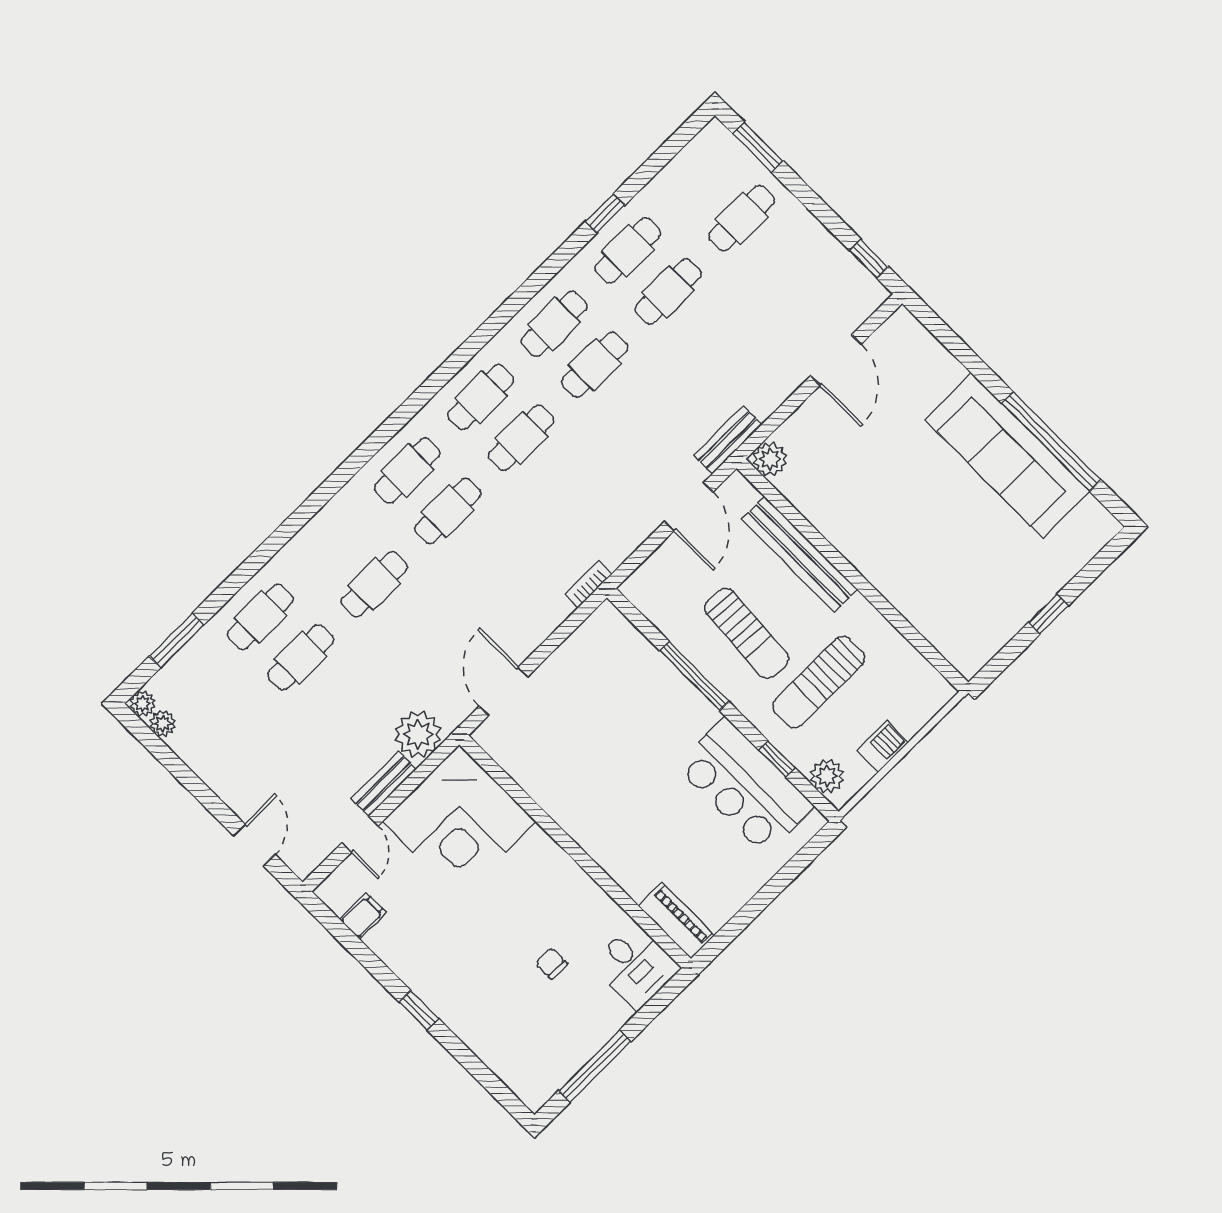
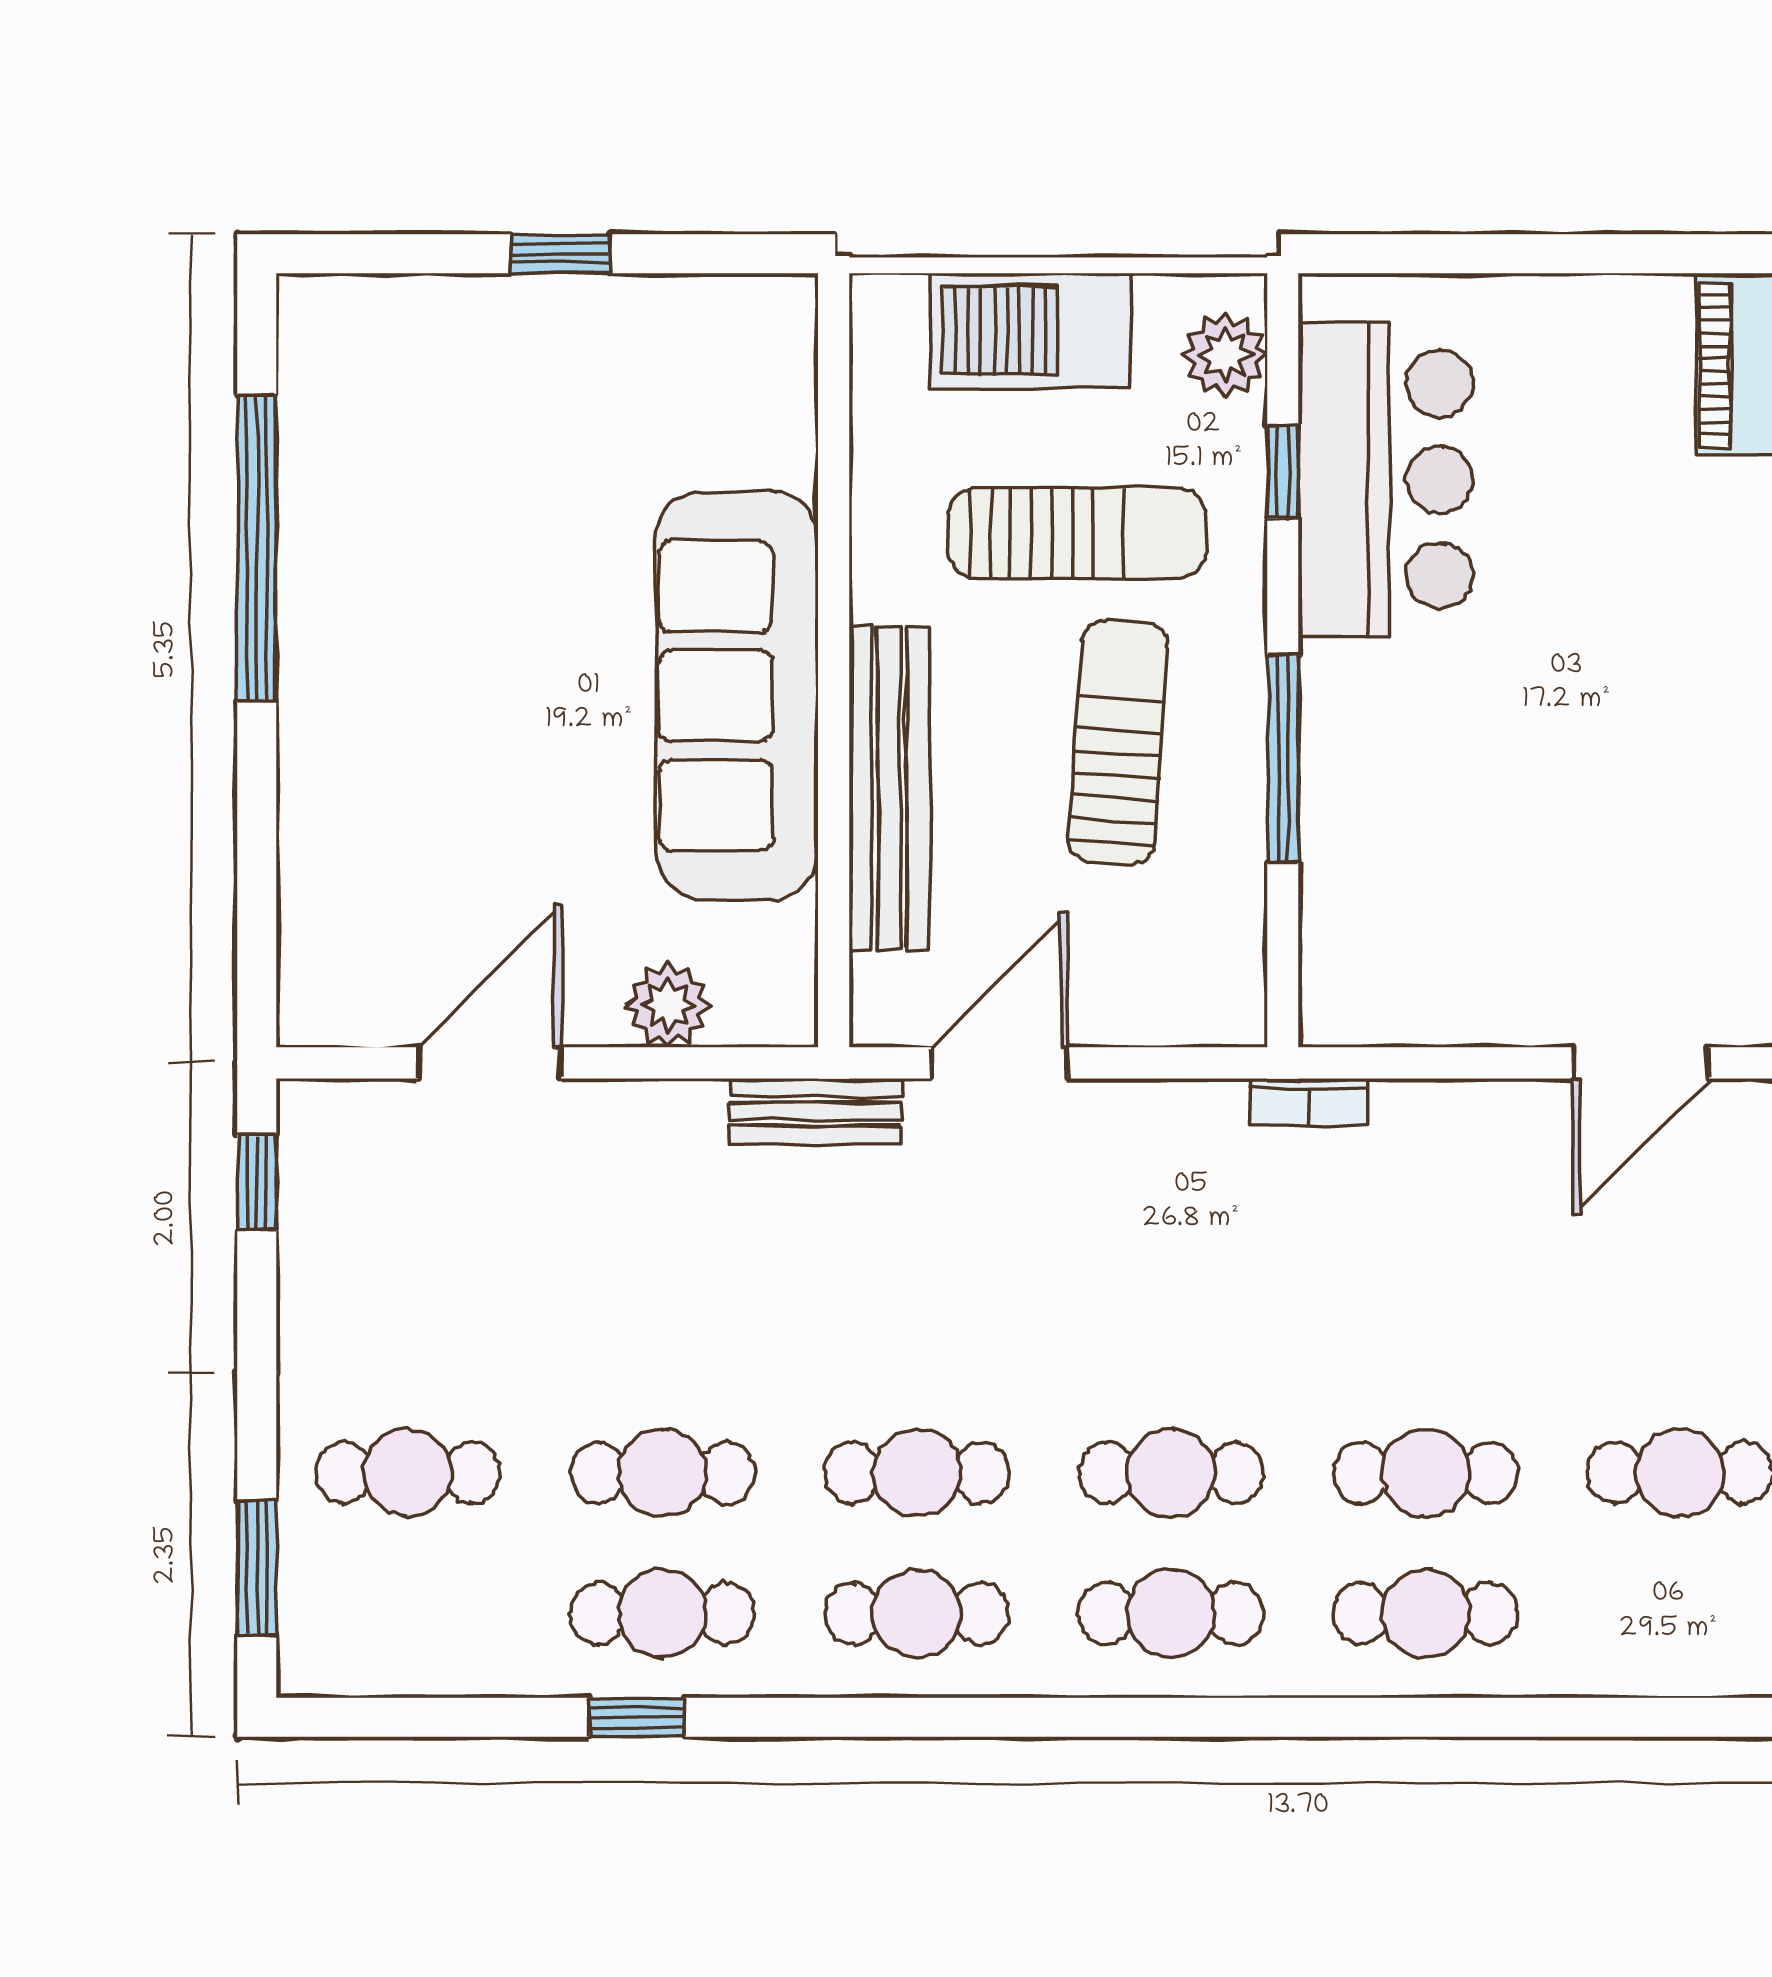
sofa: (1007, 455) -> (737, 696), moved, turned 180
plant: (770, 459) -> (668, 1005), moved
barbecue: (883, 746) -> (1030, 331), width x1.88, depth x1.53

